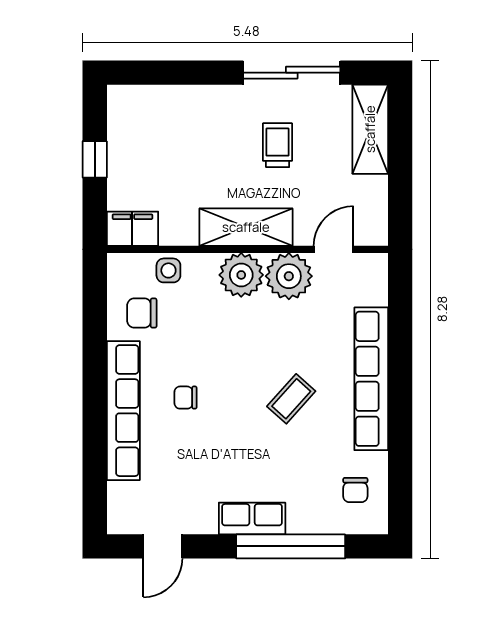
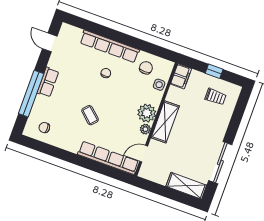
trolley: (278, 145) -> (215, 97), moved
door: (334, 249) -> (144, 154), swing flipped
plant: (289, 276) -> (145, 129), width x0.53, depth x0.53
row of seats: (371, 379) -> (108, 158), moved

